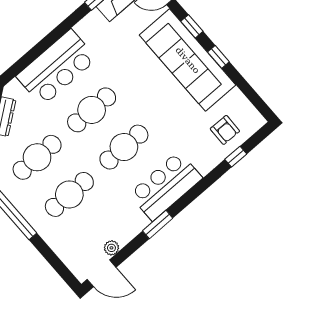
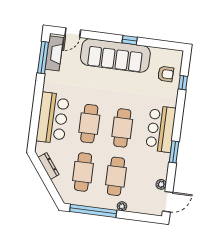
window: (192, 26) -> (102, 37), removed
plant: (46, 234) -> (122, 206), added

